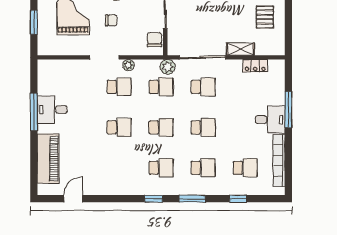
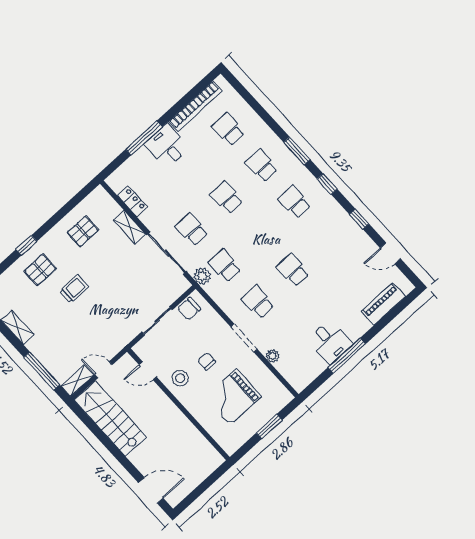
plant: (128, 65) -> (273, 356), moved
school desk: (161, 127) -> (260, 234), removed
piano: (48, 159) -> (383, 304), width x0.73, depth x0.75
window: (238, 199) -> (359, 219), moved

